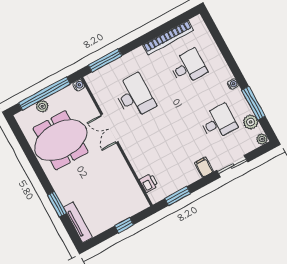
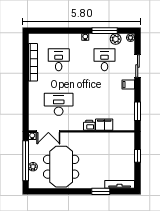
window: (105, 60) -> (26, 110), removed
double door: (110, 128) -> (48, 131), moved
filing cabinet: (140, 164) -> (104, 125), added
printer: (149, 183) -> (89, 125), moved

